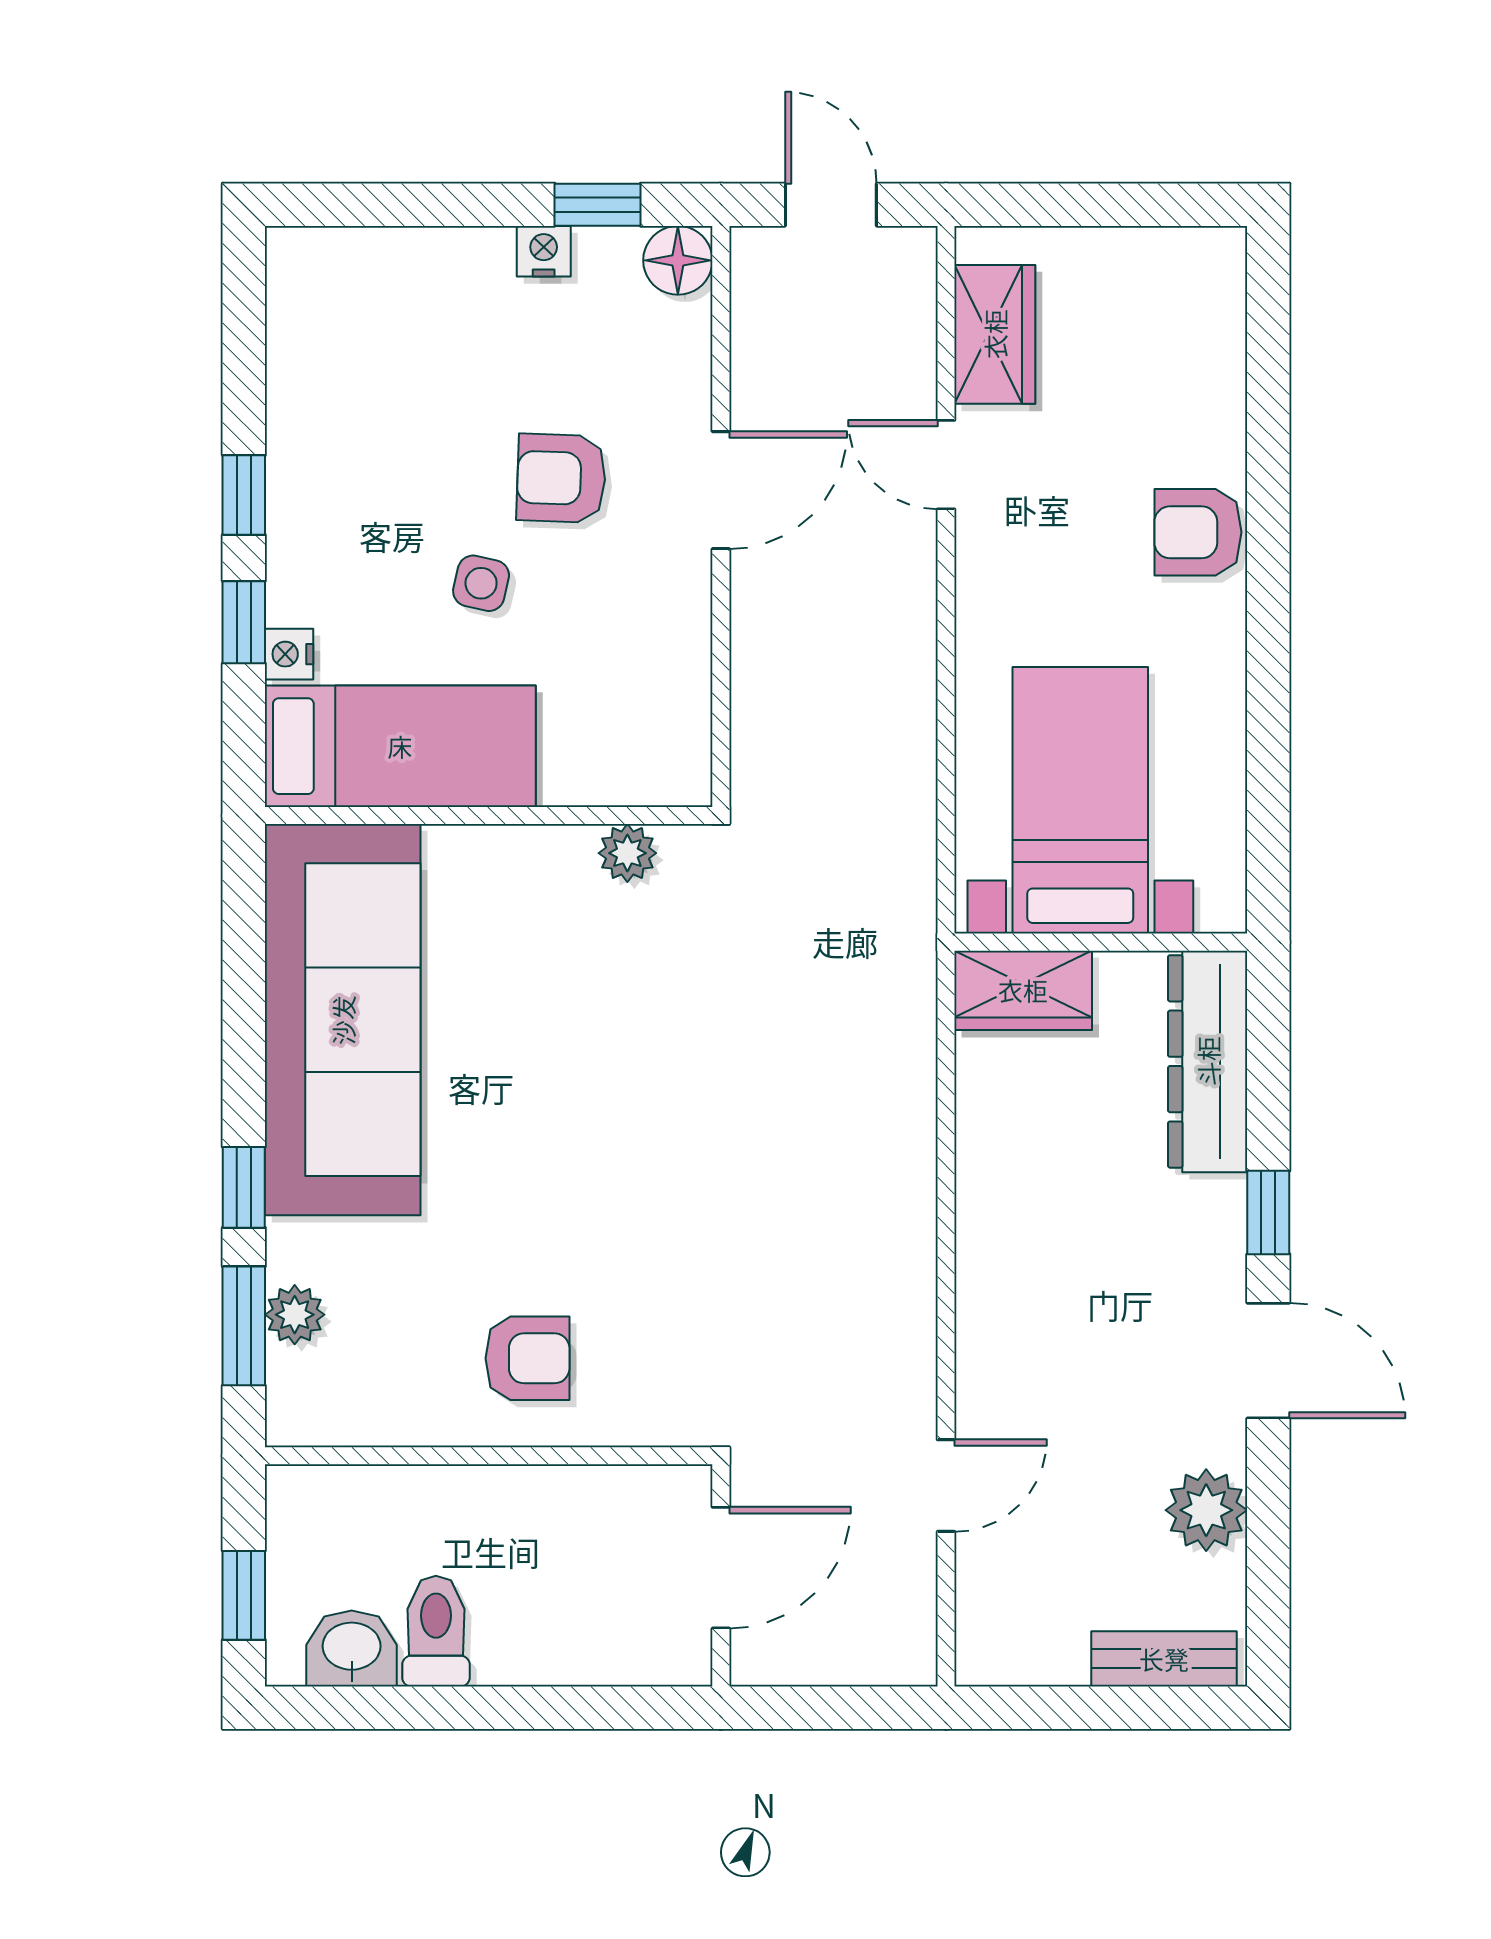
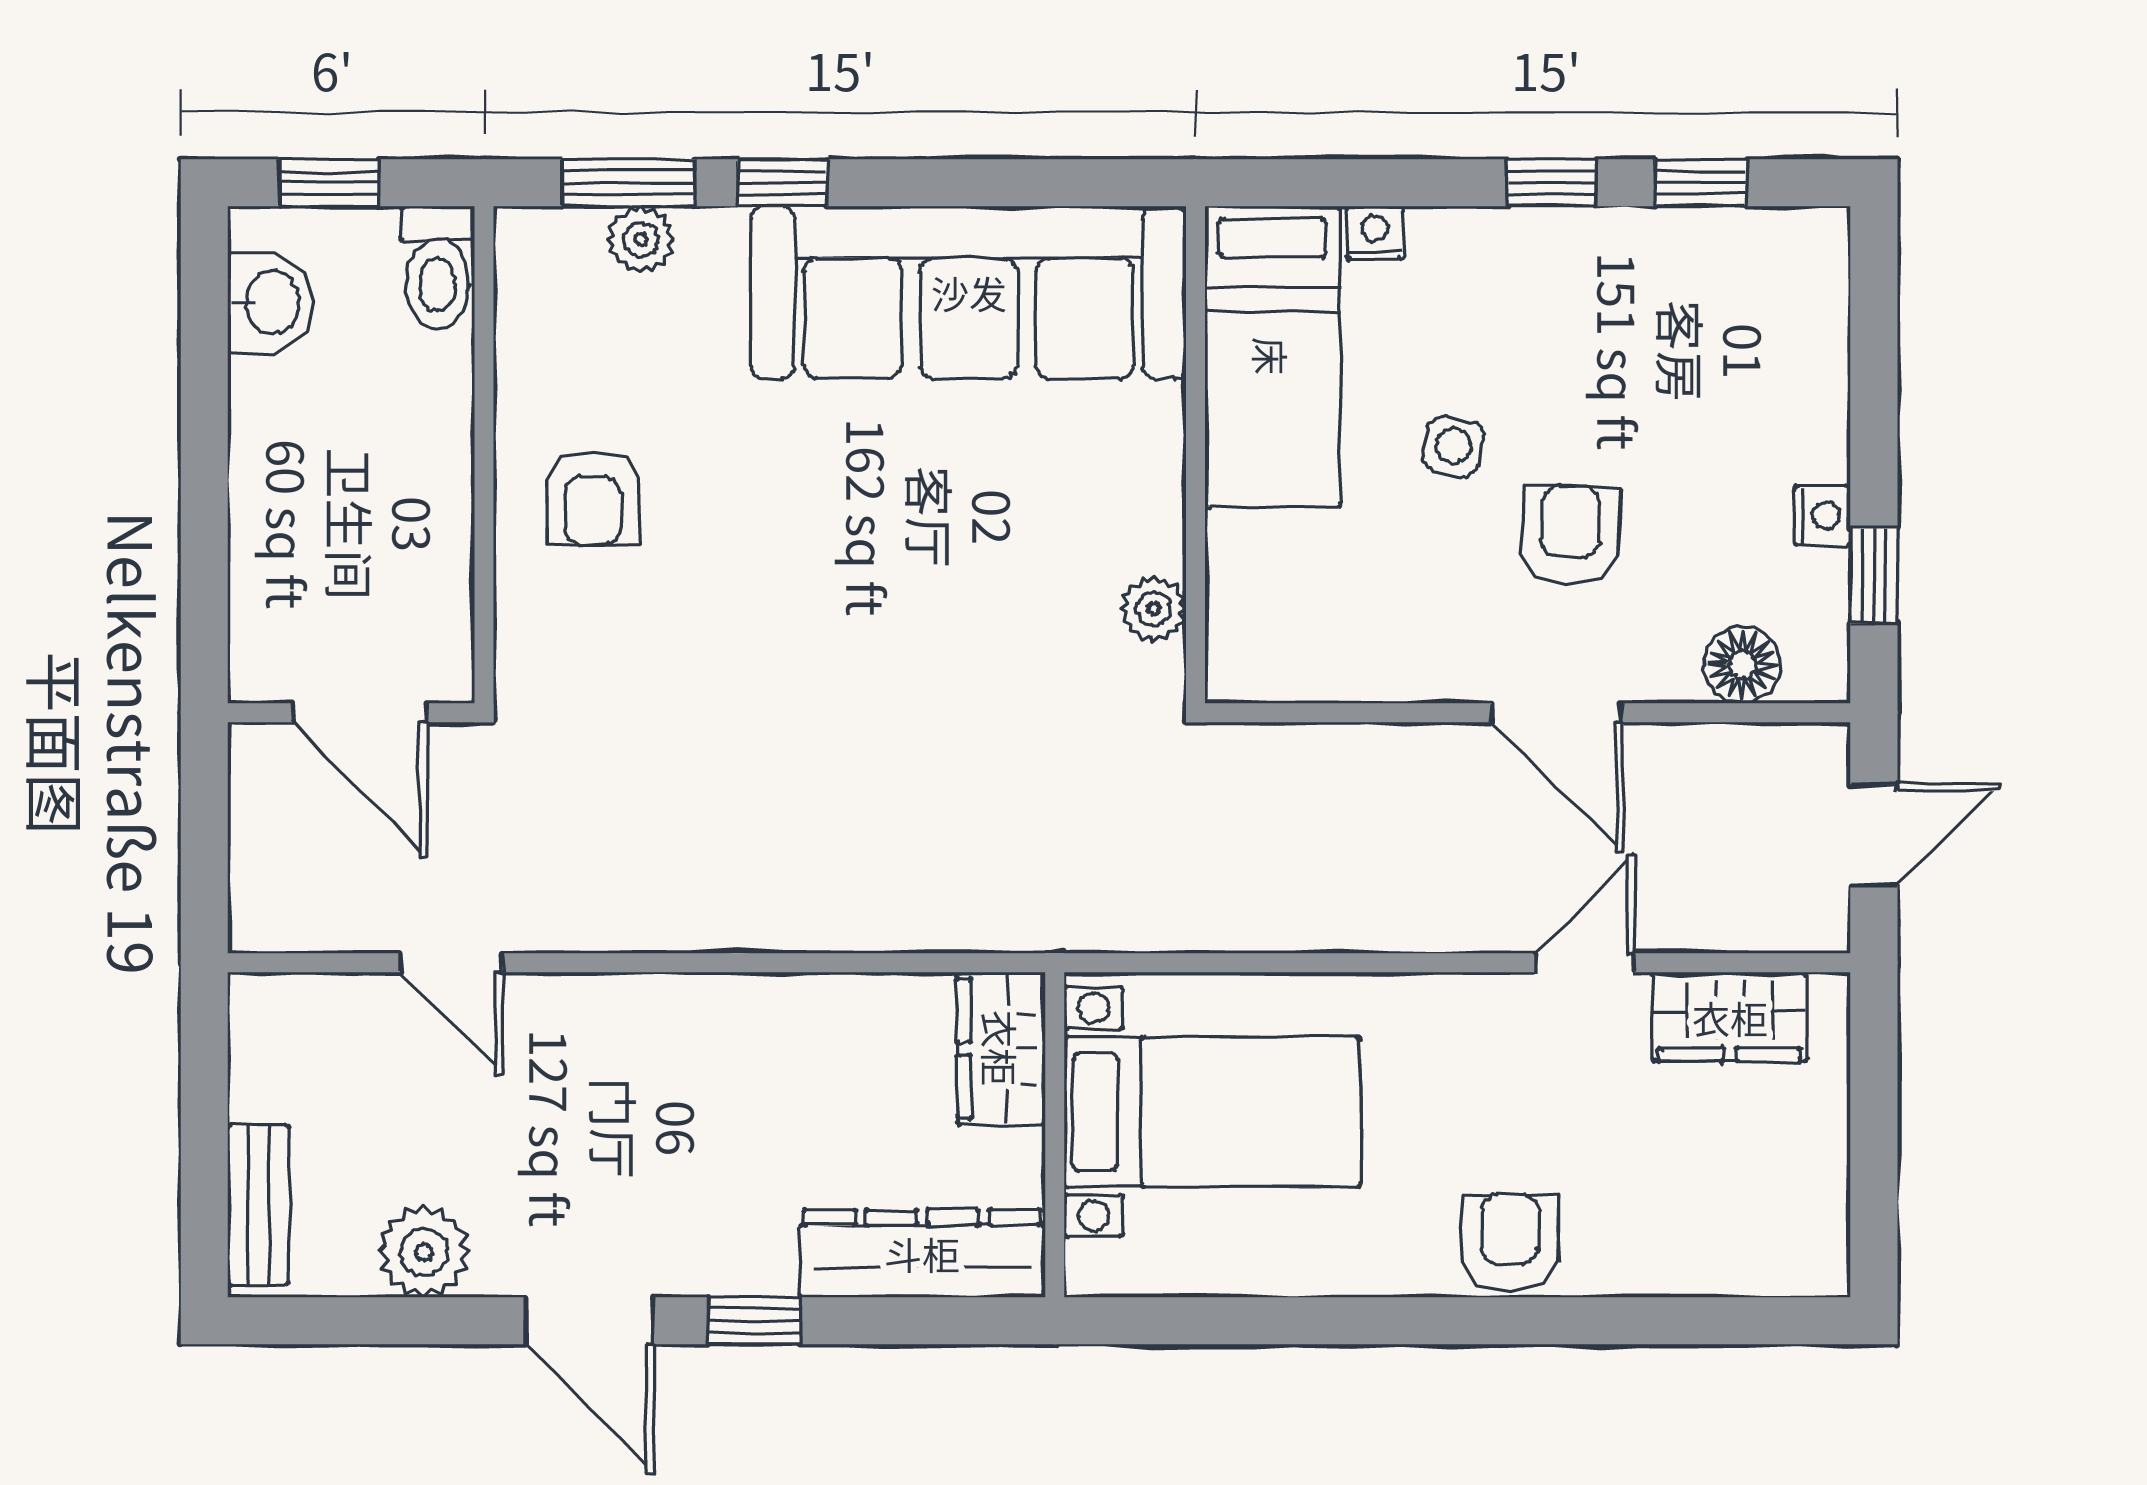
floor lamp: (678, 260) -> (1742, 665), moved
window: (244, 622) -> (1701, 183), moved
door: (1268, 1361) -> (590, 1321), hinge flipped
toilet: (436, 1631) -> (437, 268), moved, turned 90

